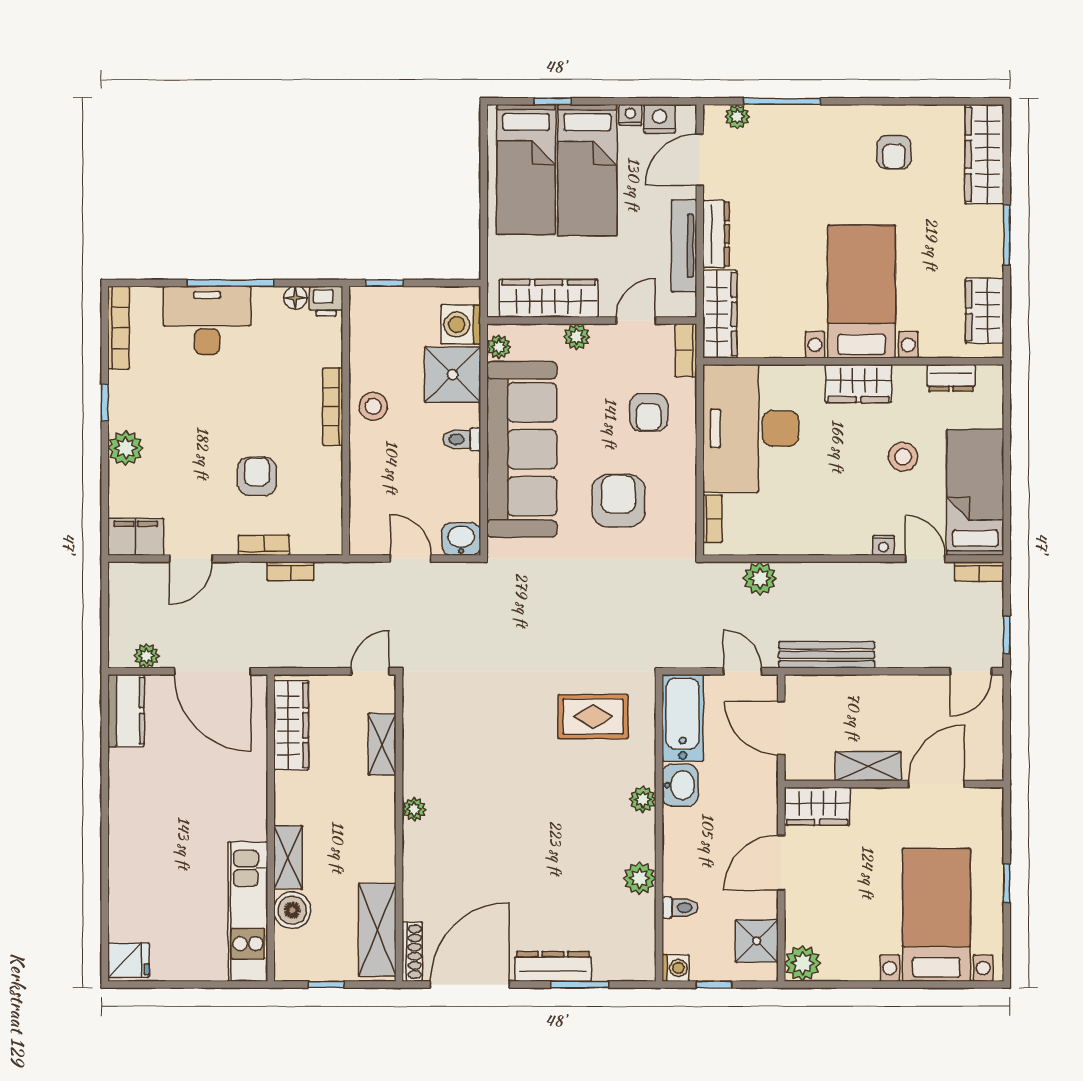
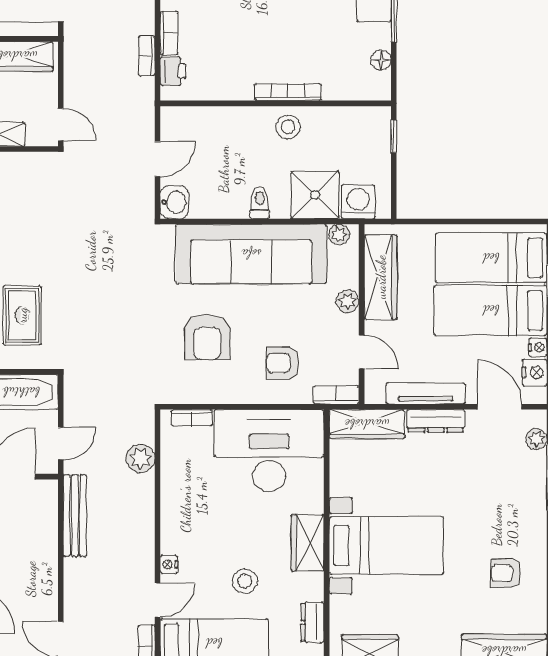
printer: (326, 301) -> (173, 71), moved, turned 180
armchair: (257, 476) -> (228, 27), removed
armchair: (618, 501) -> (207, 337), turned 90

